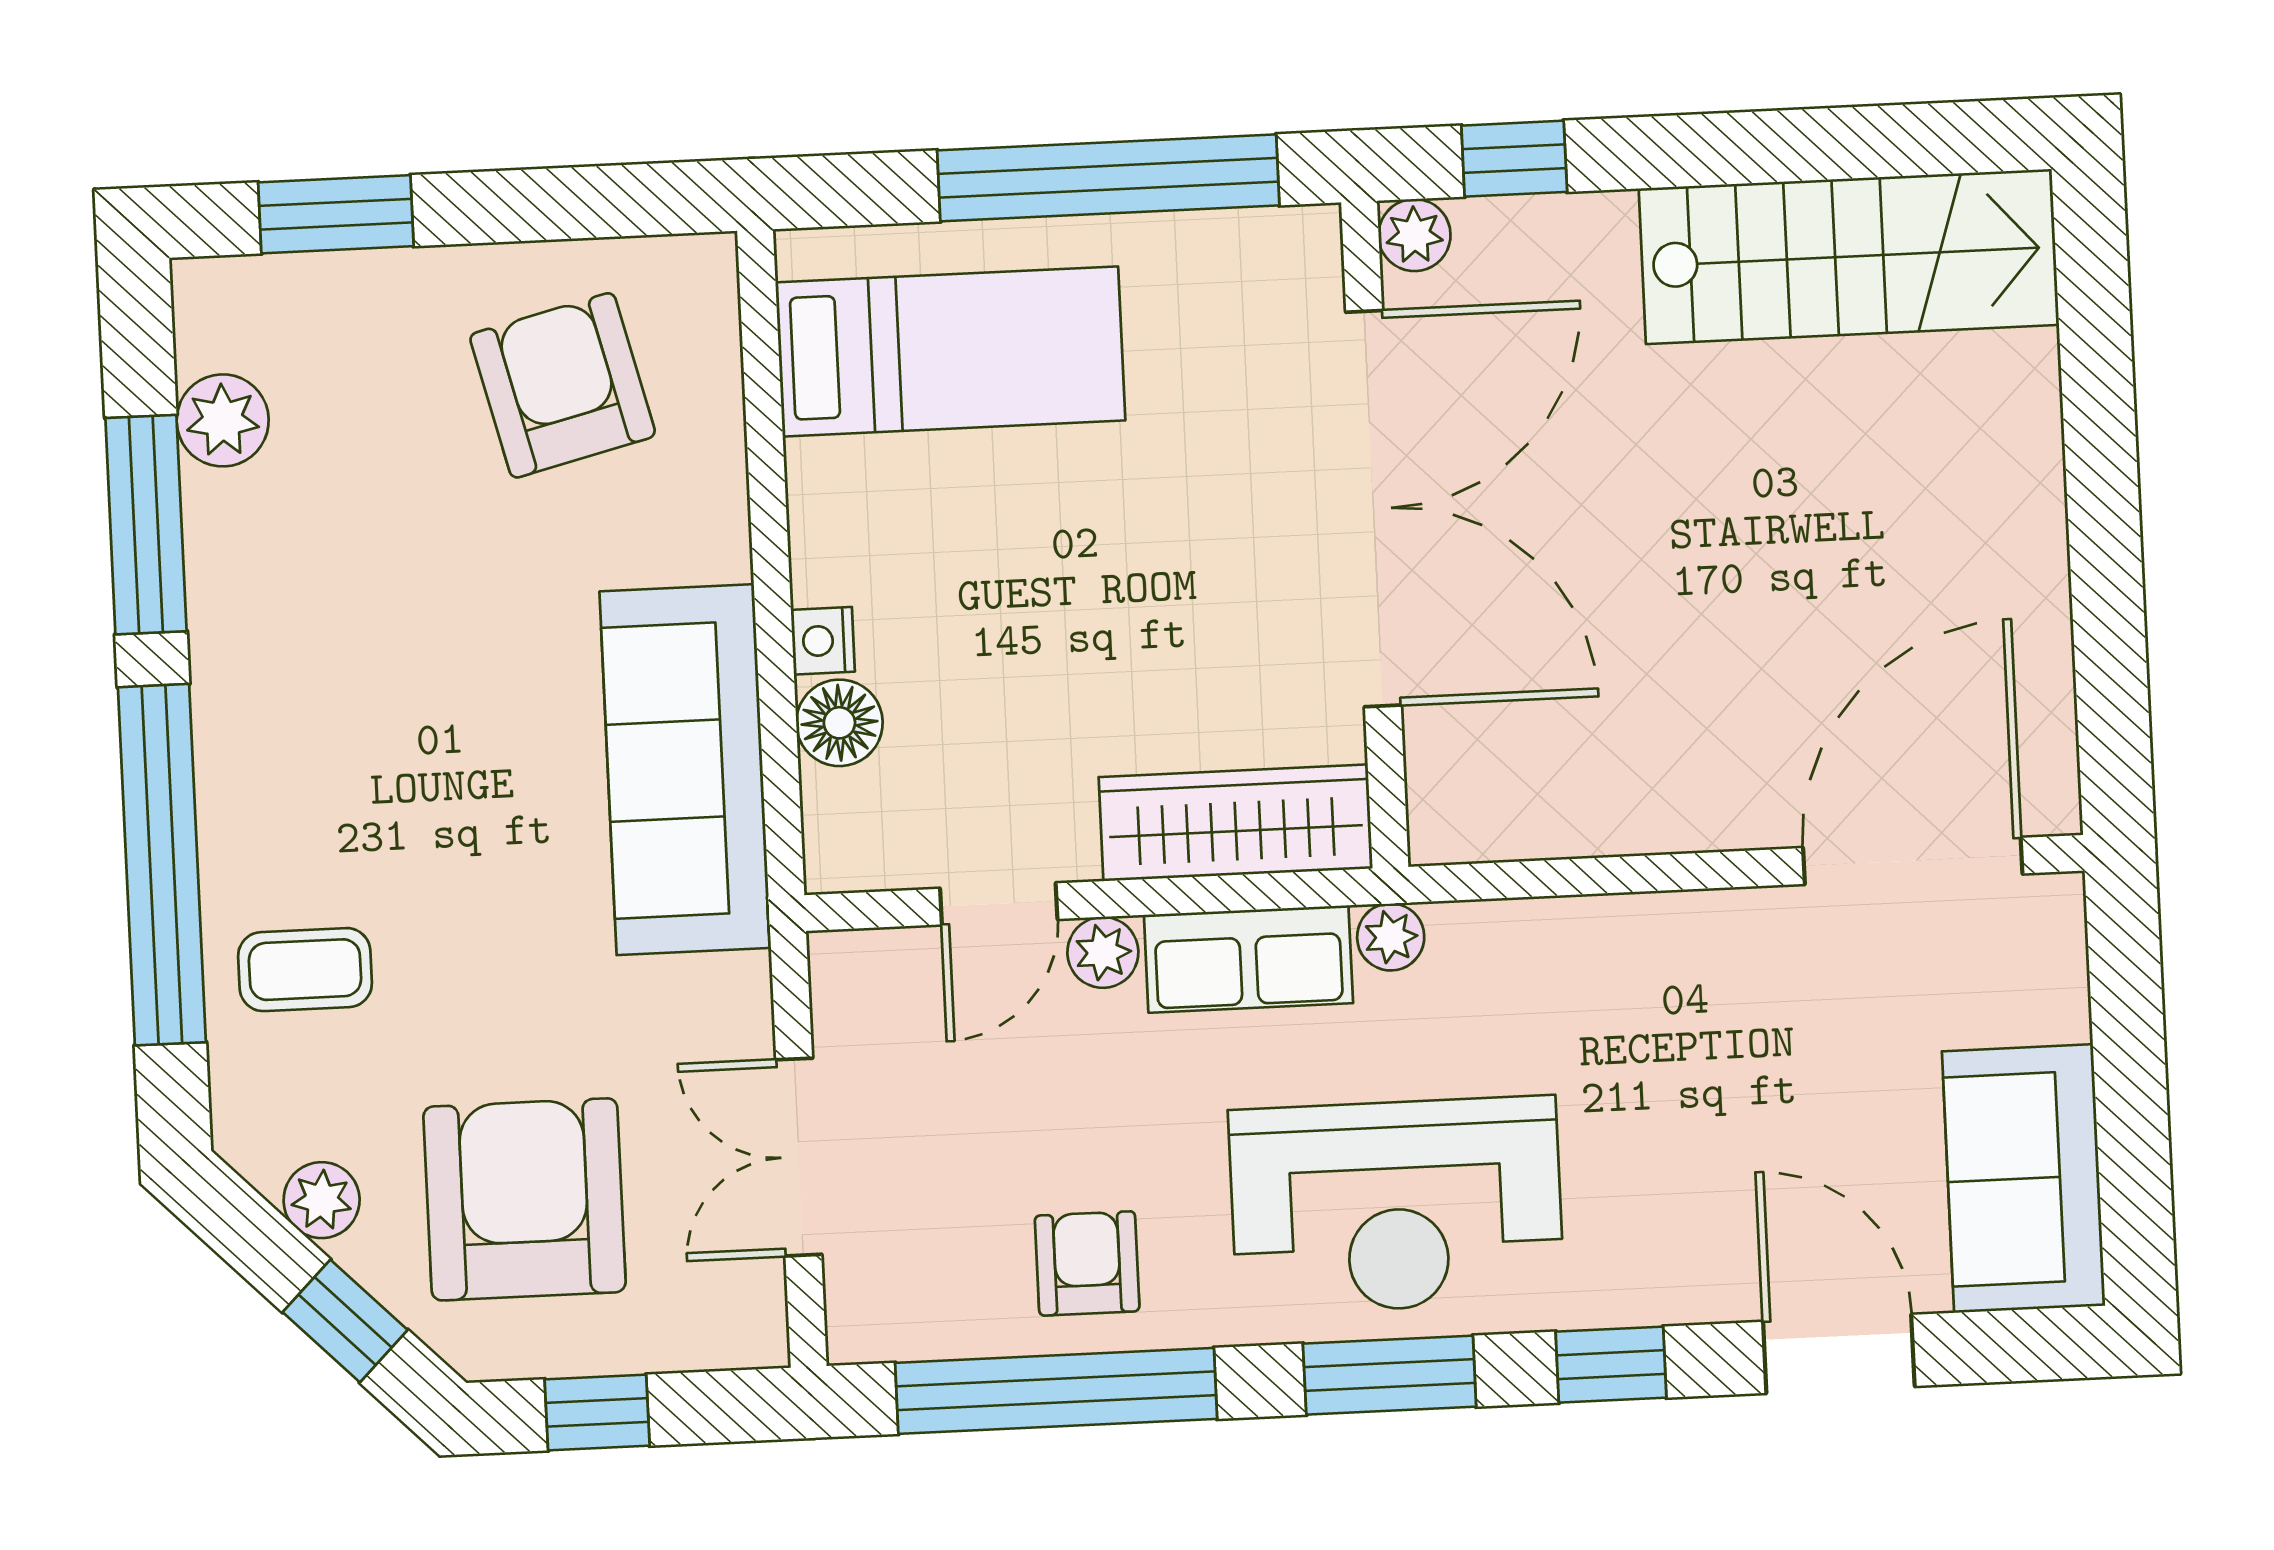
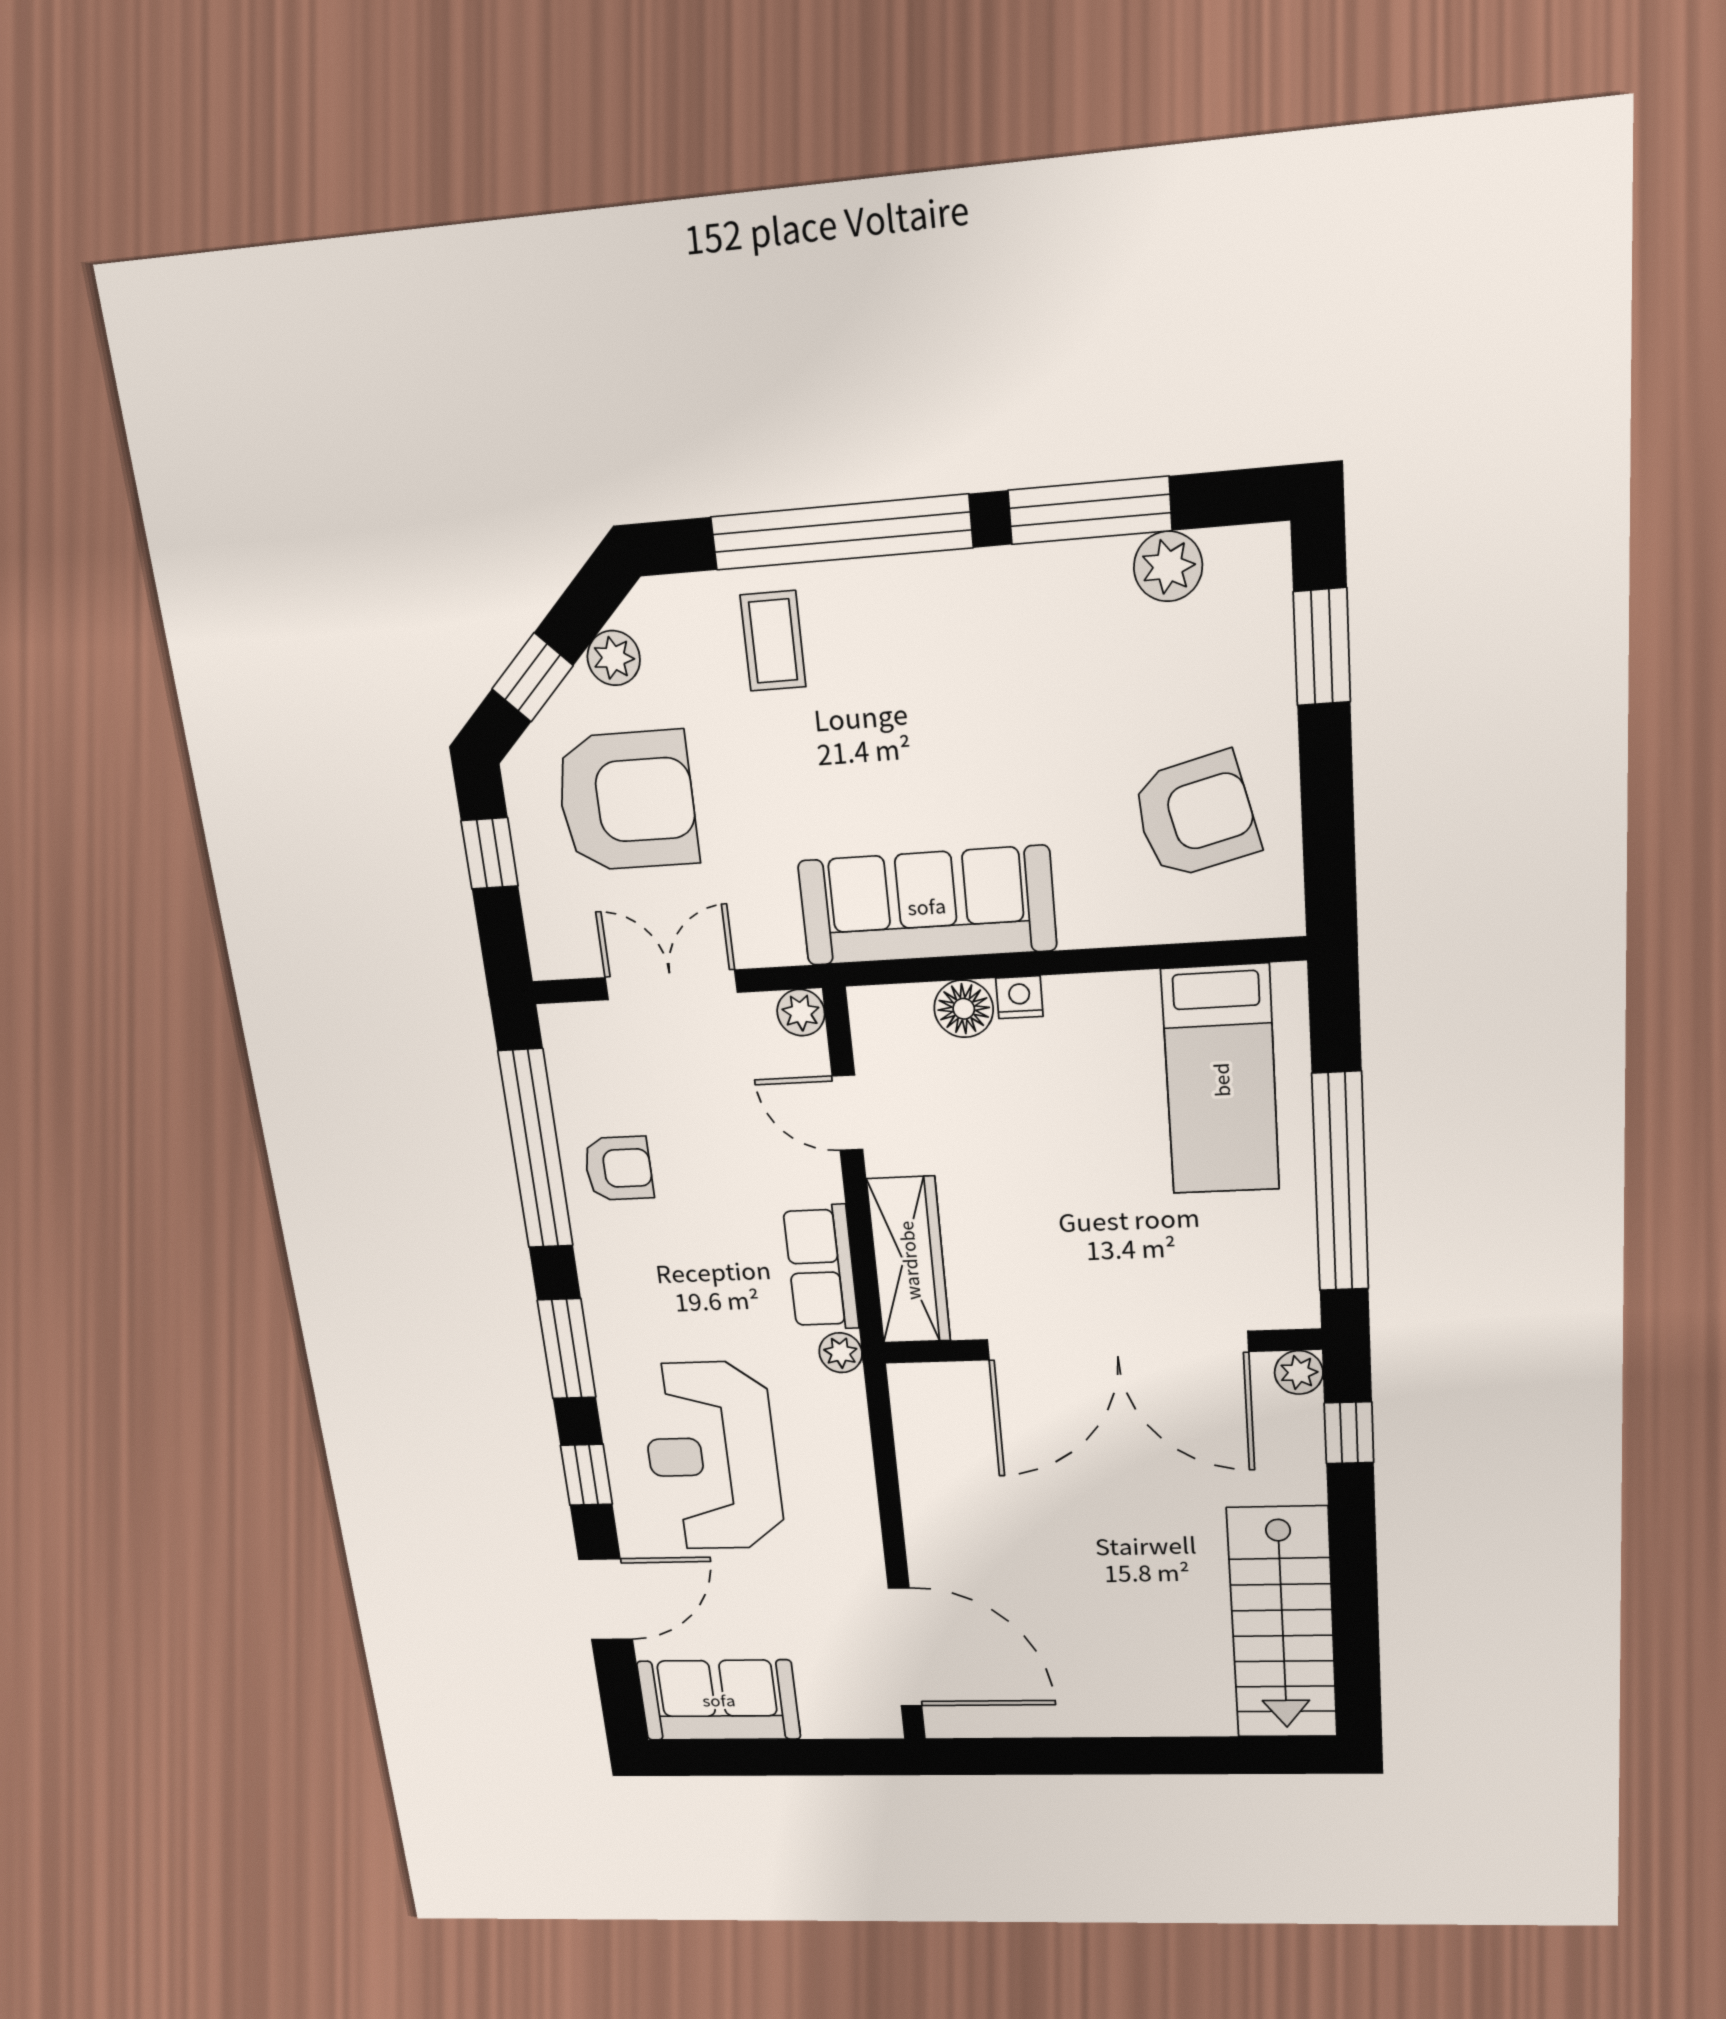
plant: (1103, 952) -> (801, 1013), moved
reception desk: (1396, 1205) -> (712, 1456), moved

